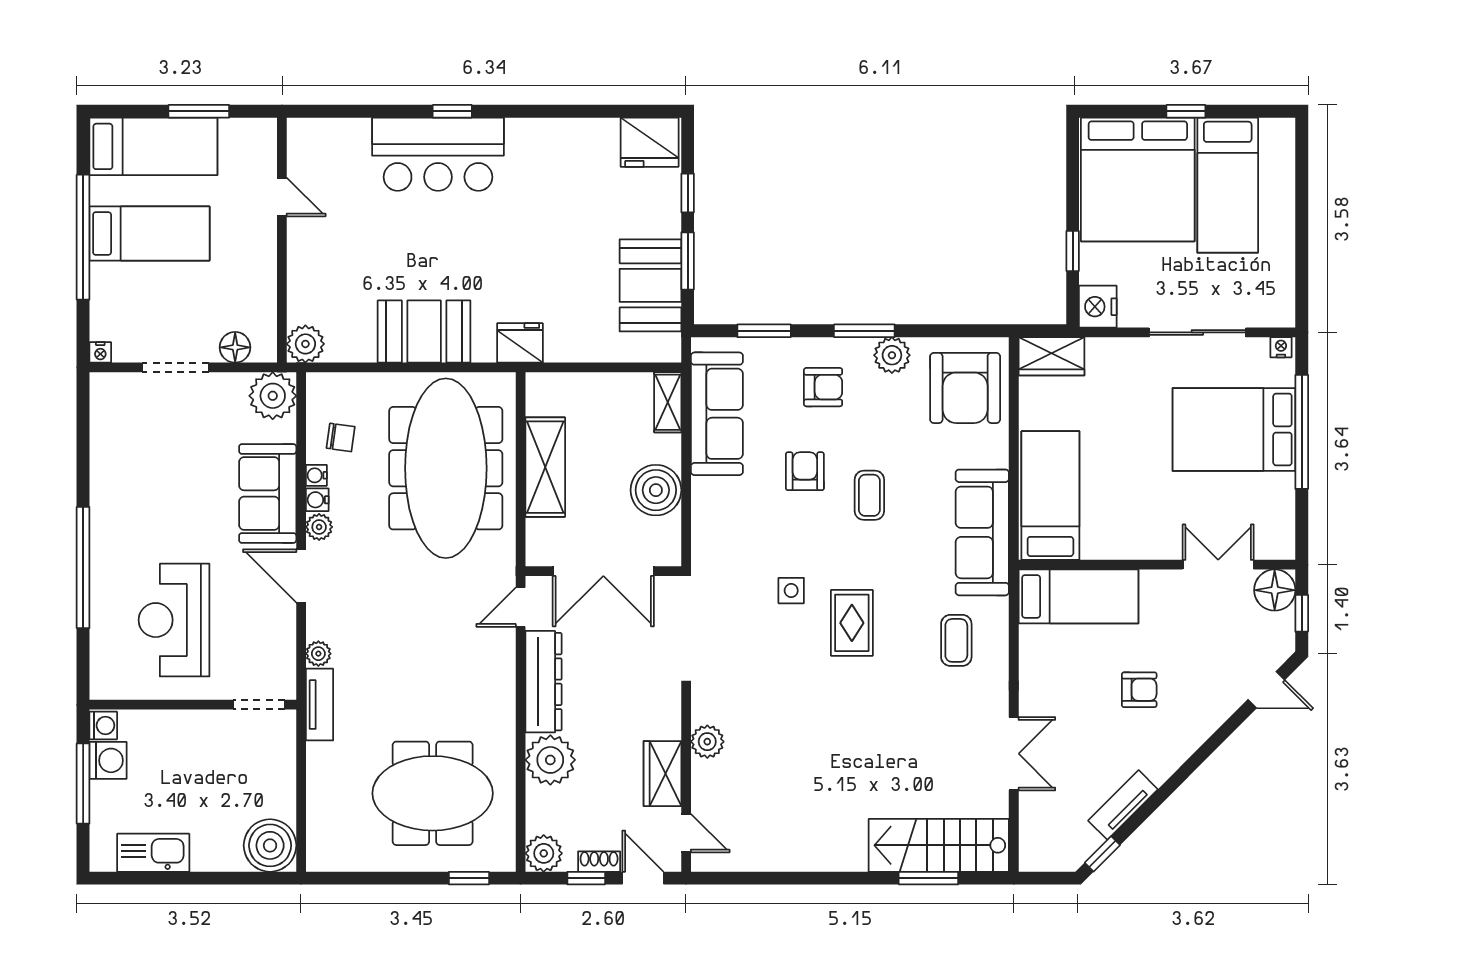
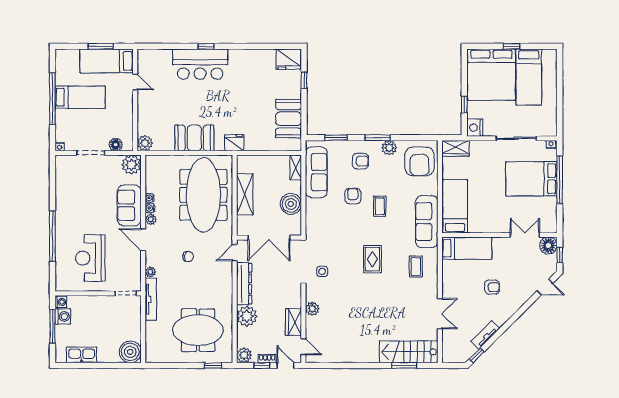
bed: (153, 146) -> (107, 61), moved, turned 180
window: (688, 261) -> (304, 109), removed
chair: (341, 437) -> (188, 257), moved
side table: (791, 591) -> (322, 271), moved
tv unit: (320, 705) -> (151, 299), width x1.41

